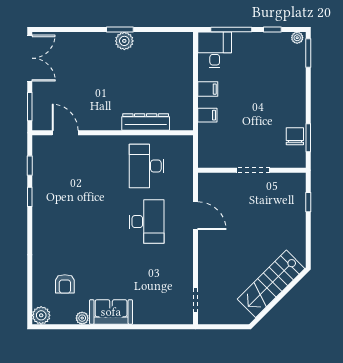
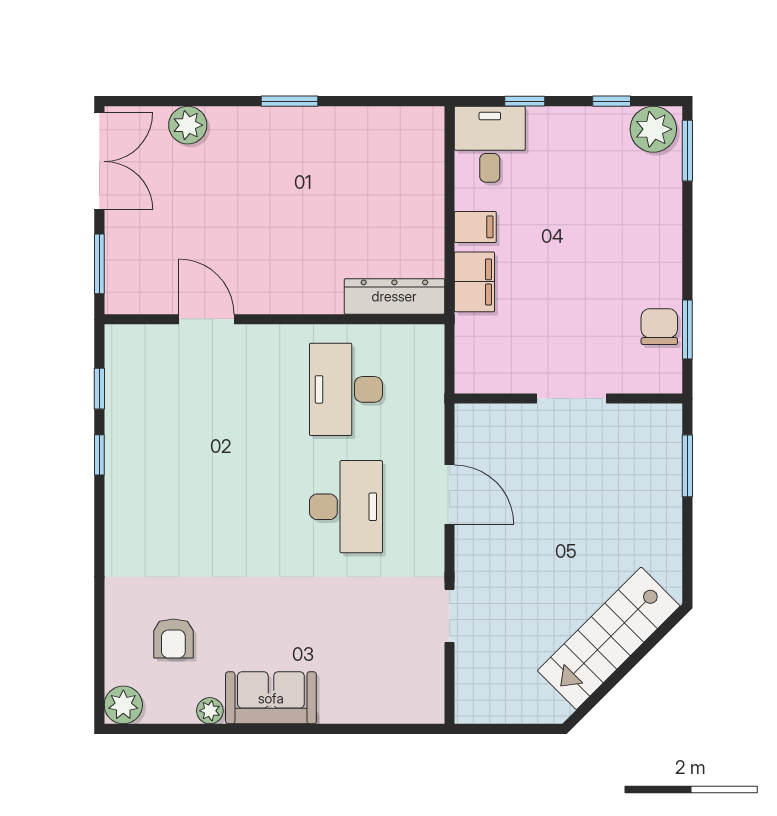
window: (231, 30) -> (525, 101), width x0.46
plant: (297, 38) -> (653, 129), width x1.88, depth x1.88
plant: (124, 41) -> (188, 125), moved
filing cabinet: (207, 115) -> (474, 282), width x2.00
dresser: (146, 122) -> (394, 296), moved
door: (65, 133) -> (207, 319), moved
window: (308, 202) -> (687, 466), width x1.50
doorway: (196, 300) -> (450, 616), moved

